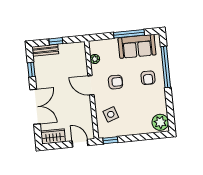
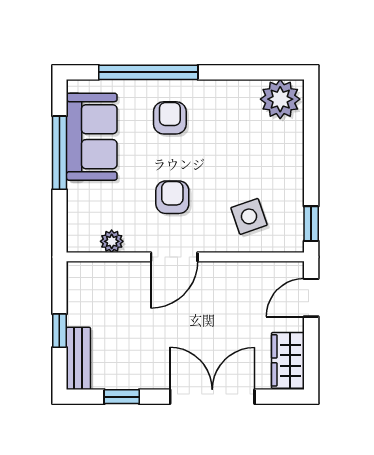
armchair: (148, 78) -> (170, 118), turned -90

